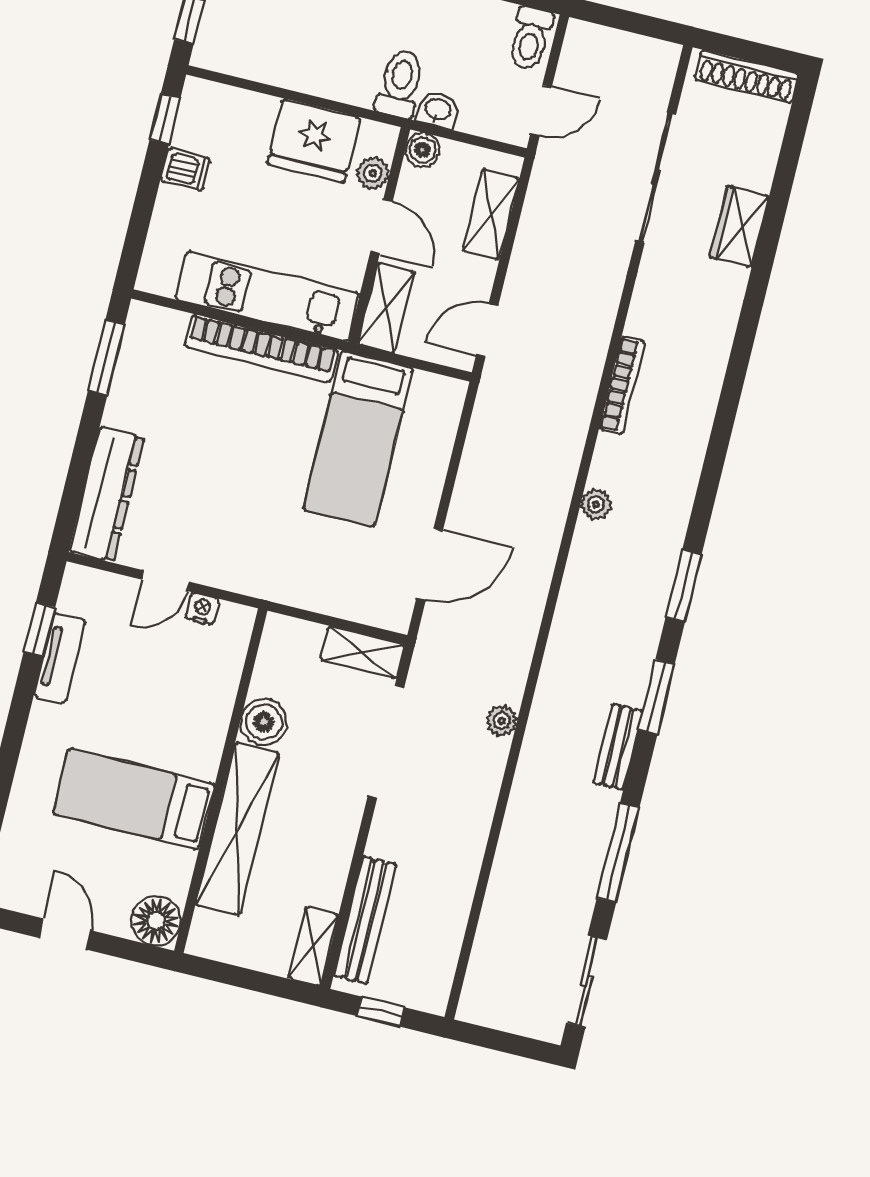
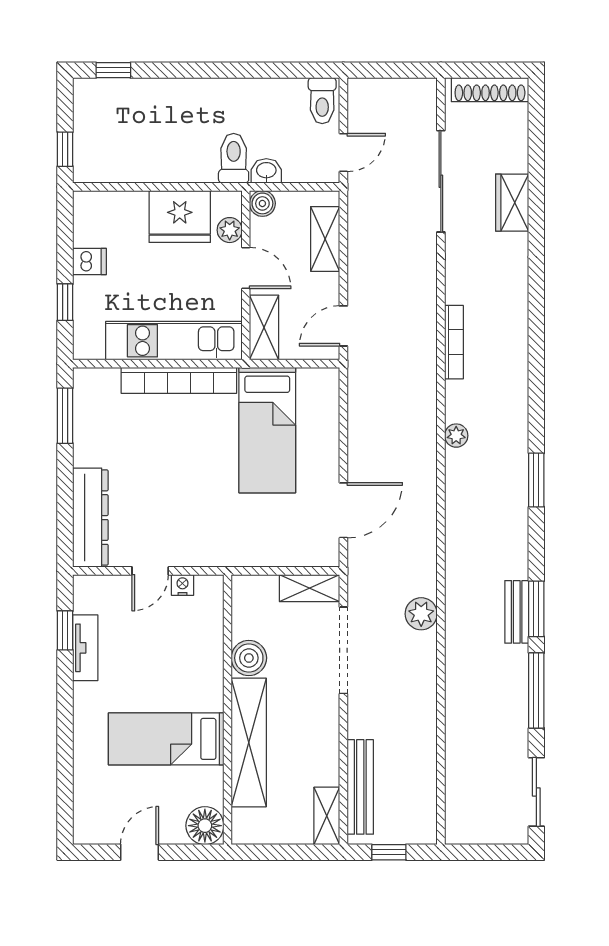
window: (165, 119) -> (65, 302), moved
window: (656, 697) -> (536, 609), moved
plant: (502, 721) -> (421, 614), width x1.38, depth x1.38
door: (65, 934) -> (140, 852), hinge flipped

